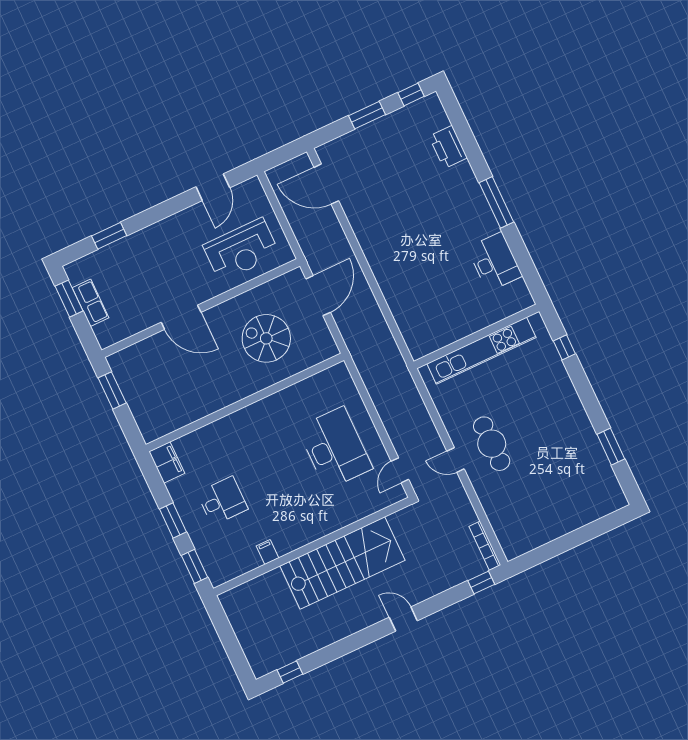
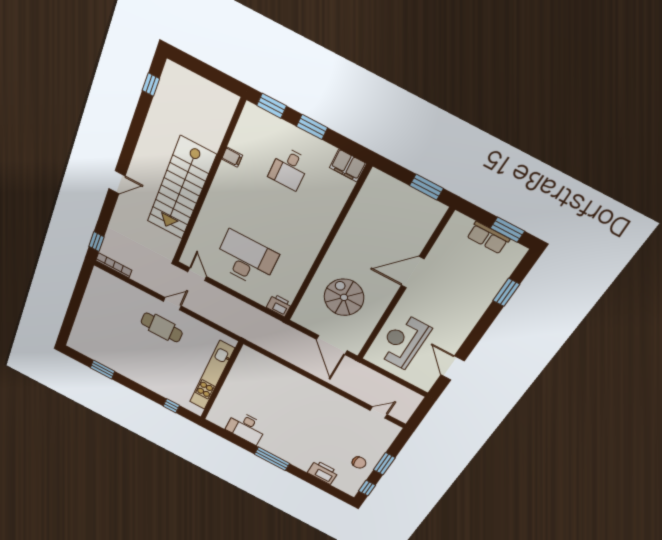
chair: (395, 134) -> (359, 463), added
door: (326, 184) -> (379, 412), width x0.53
spiral stairs: (266, 338) -> (344, 297), turned -90
printer: (340, 377) -> (279, 305), added
desk: (335, 448) -> (246, 259), turned 180

